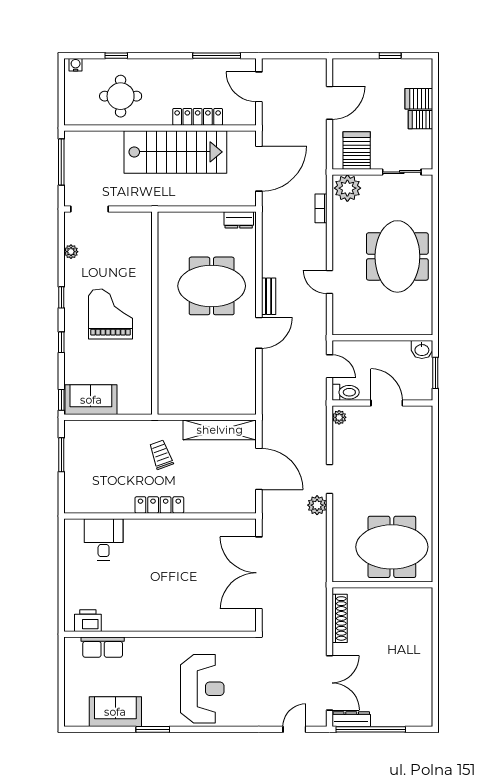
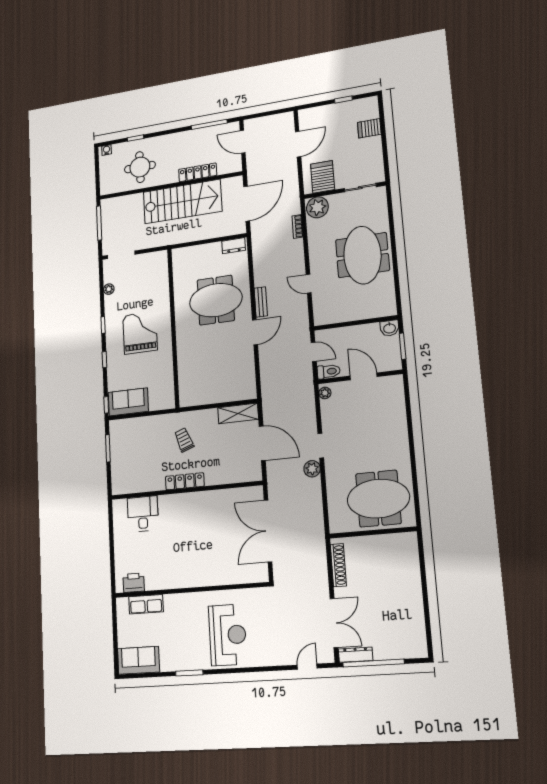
server rack: (420, 120) -> (372, 144), removed
shelving: (220, 430) -> (238, 413), width x0.68
sofa: (115, 712) -> (138, 660), moved

